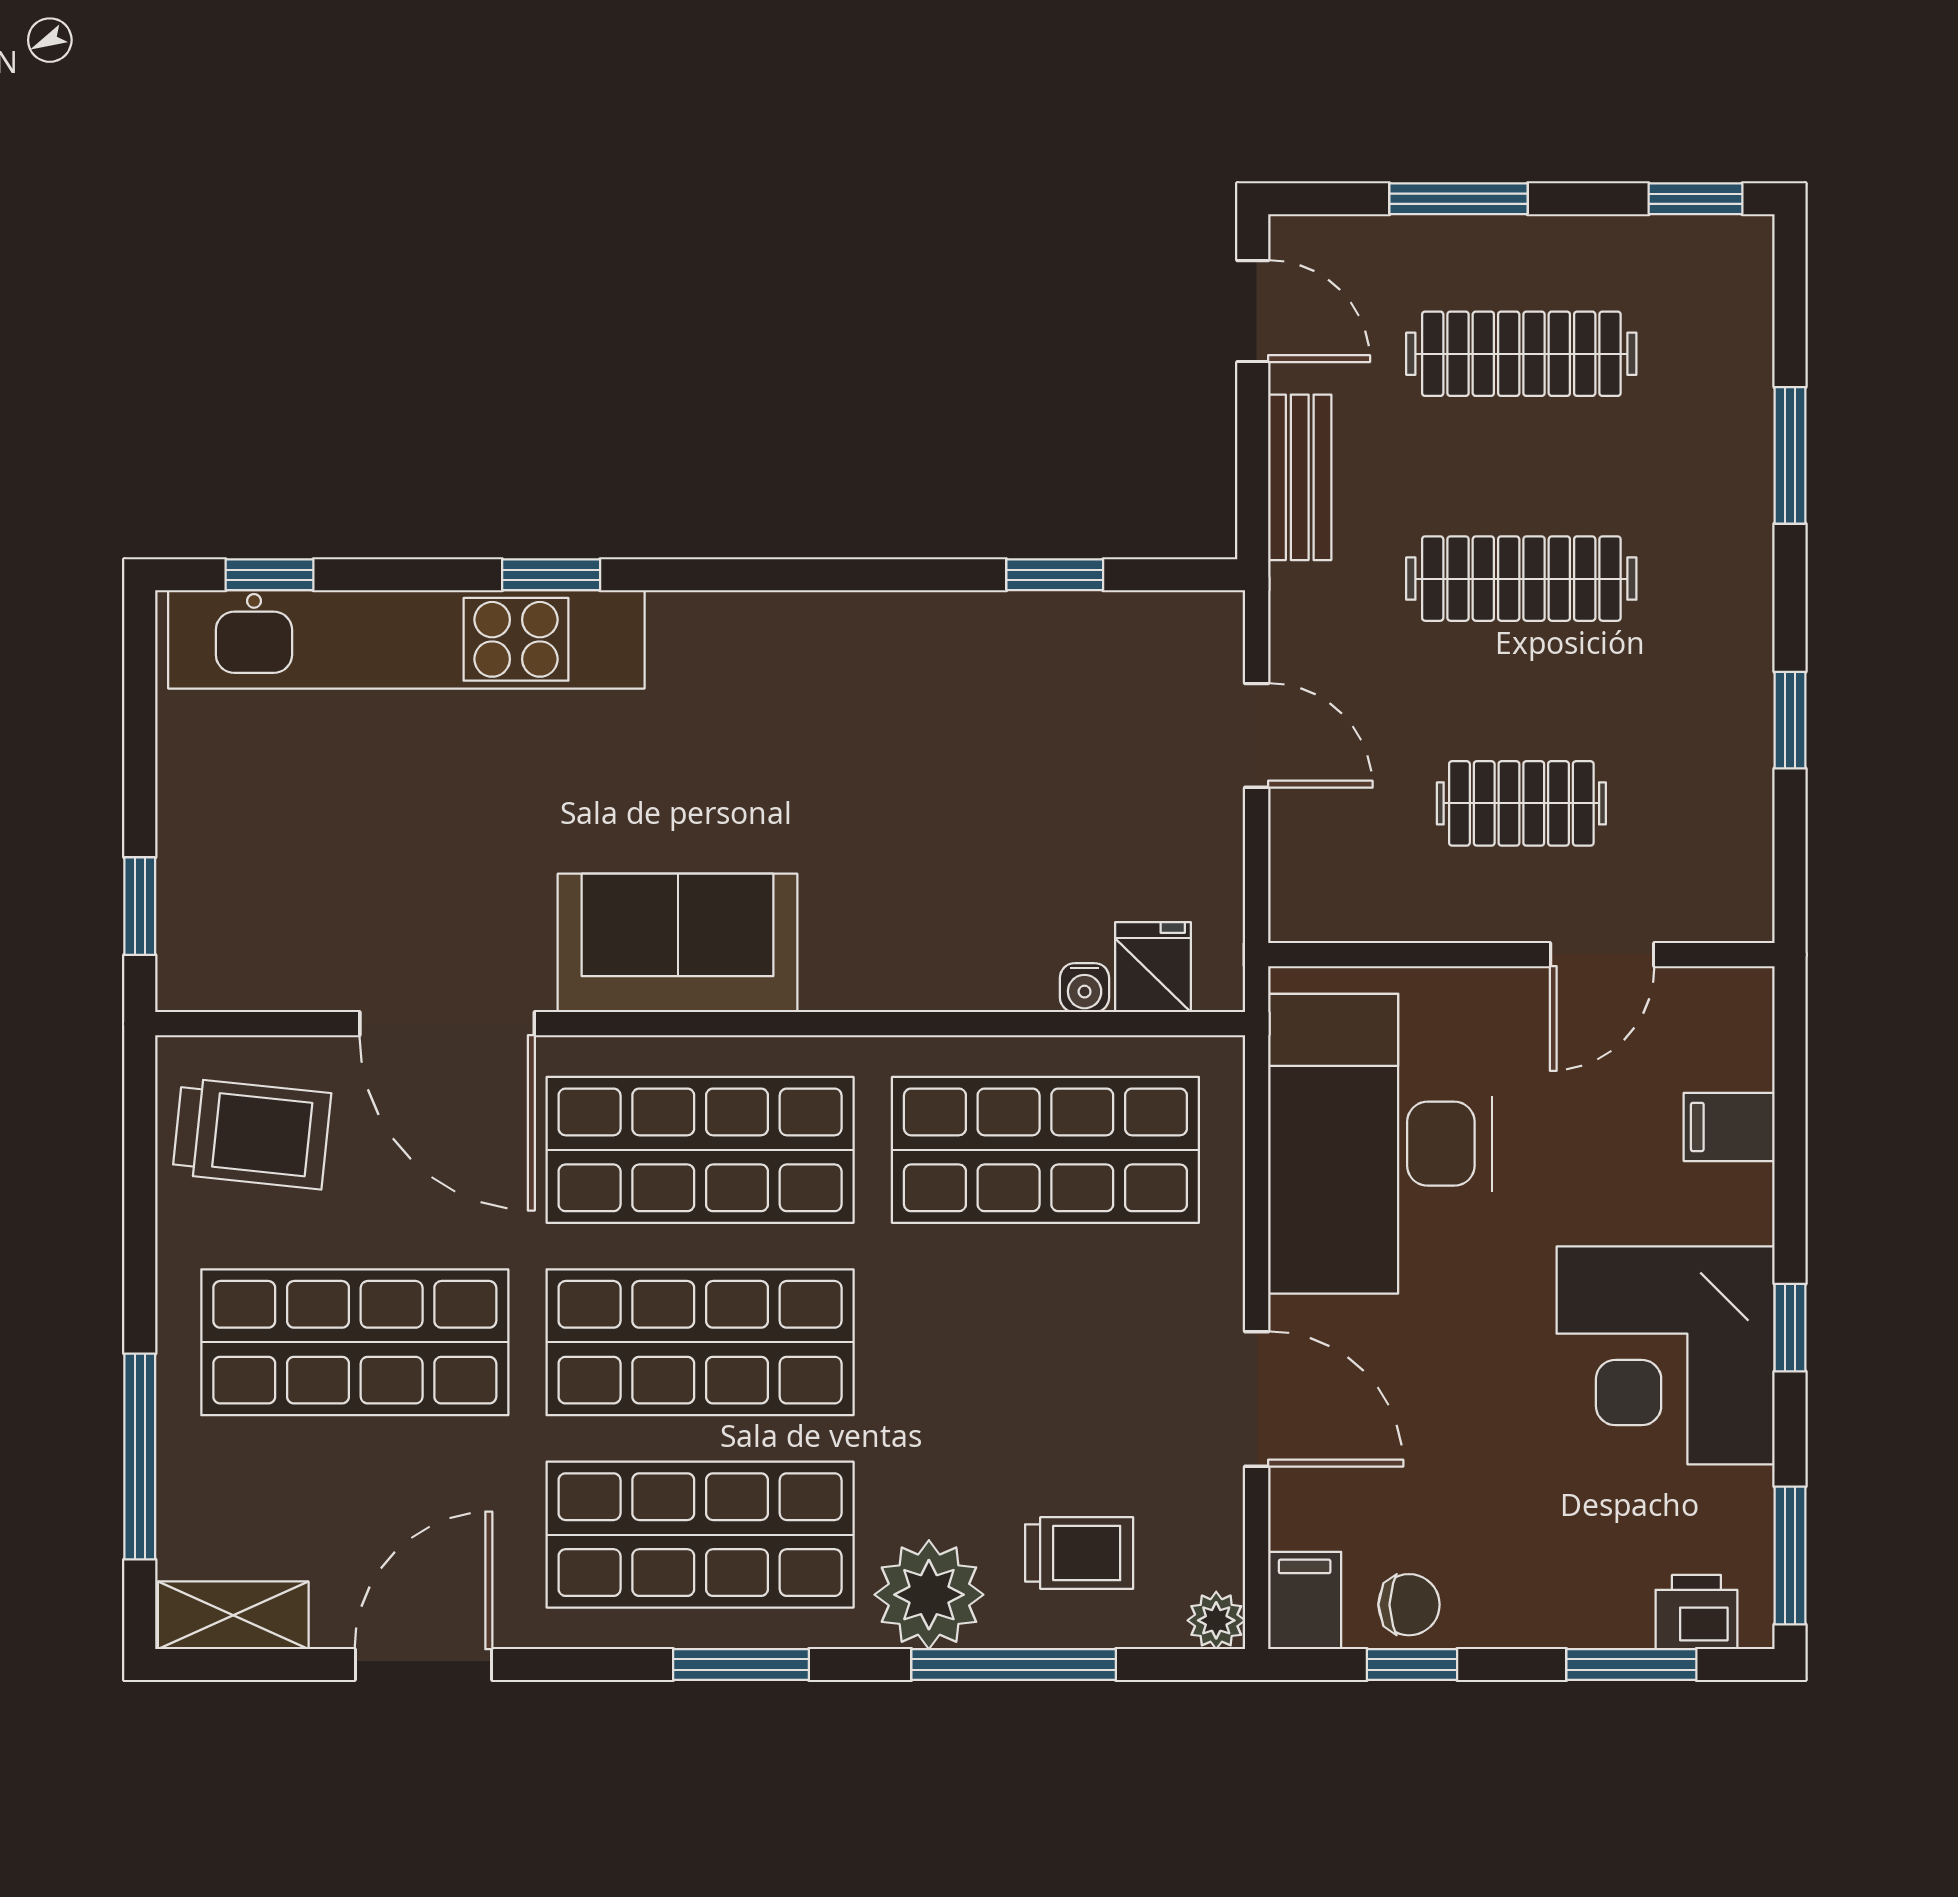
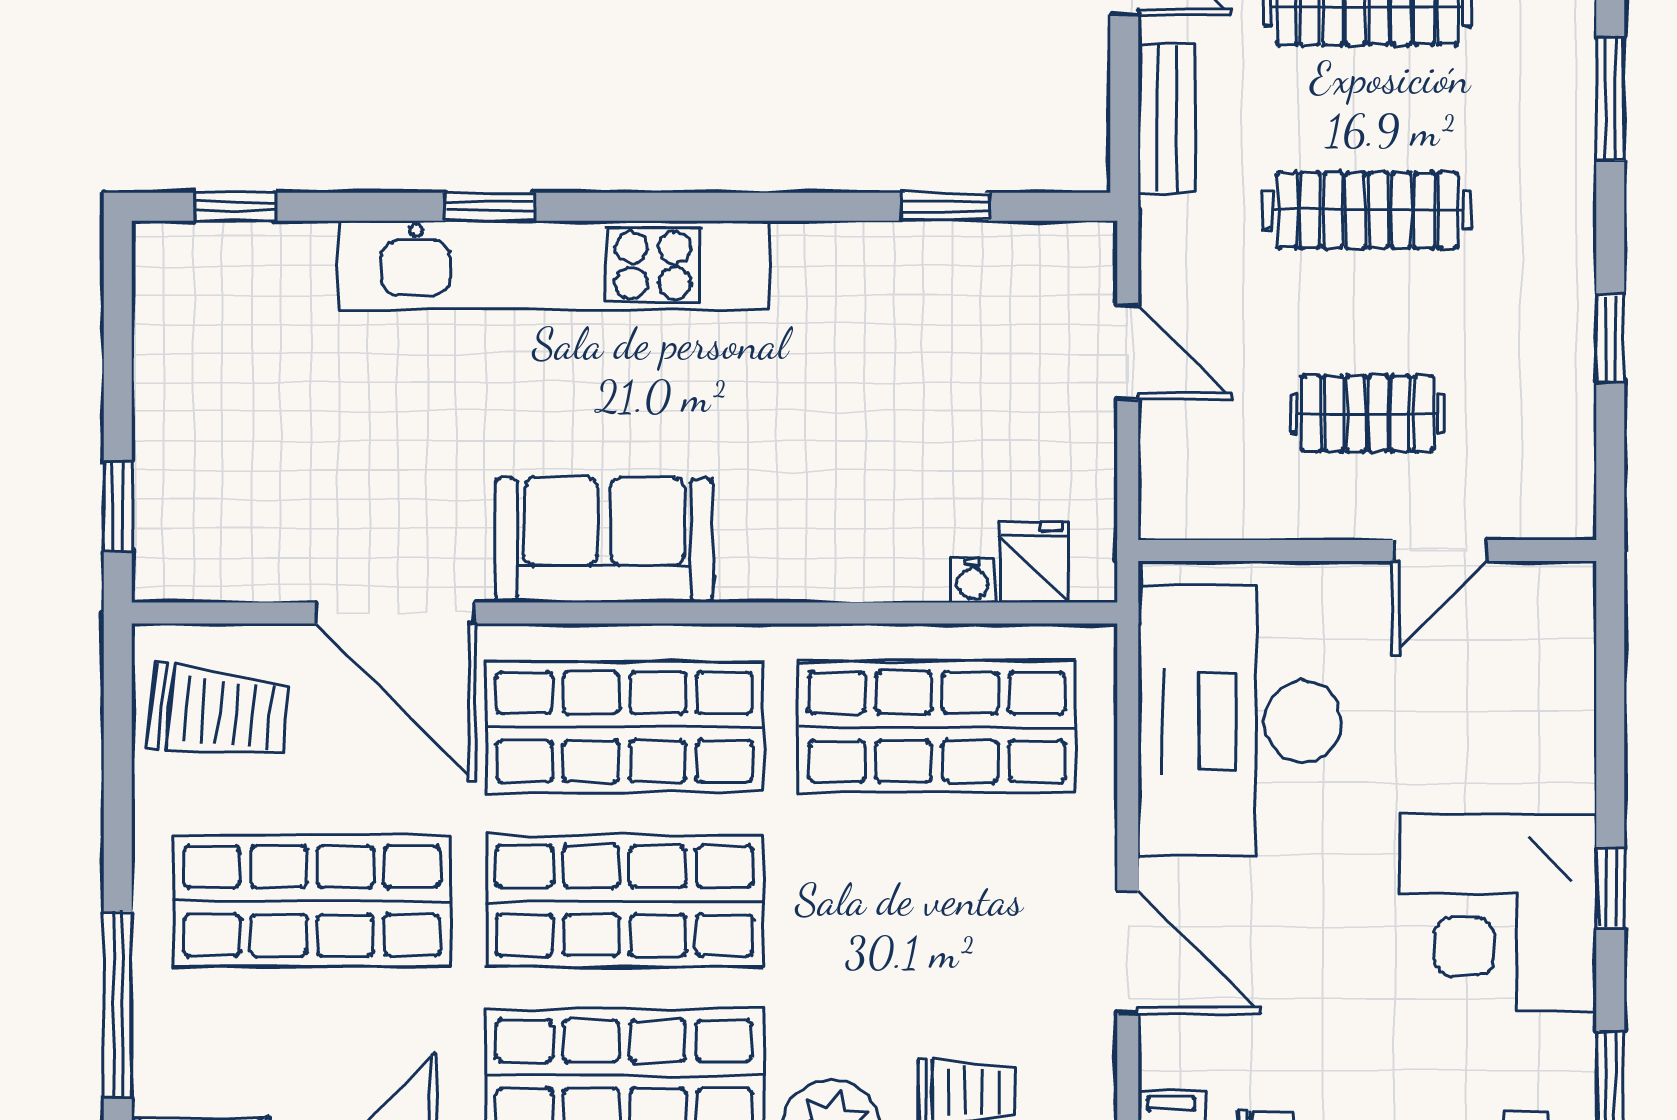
kitchen unit: (406, 639) -> (554, 265), moved
filing cabinet: (1729, 1127) -> (1555, 706), removed

